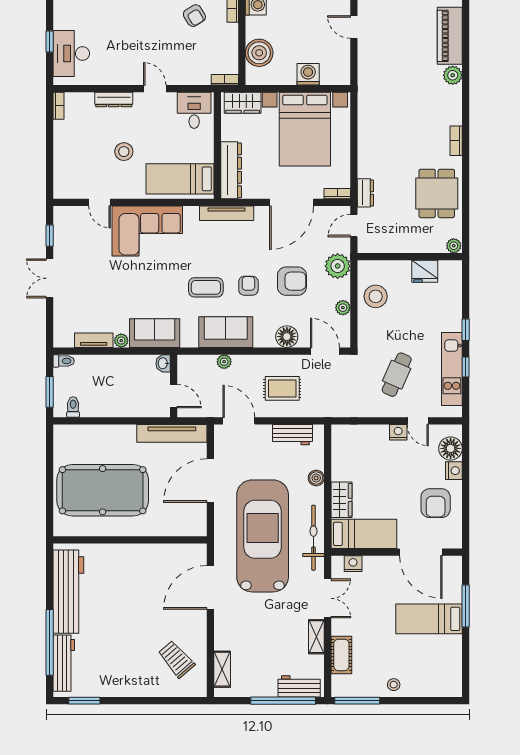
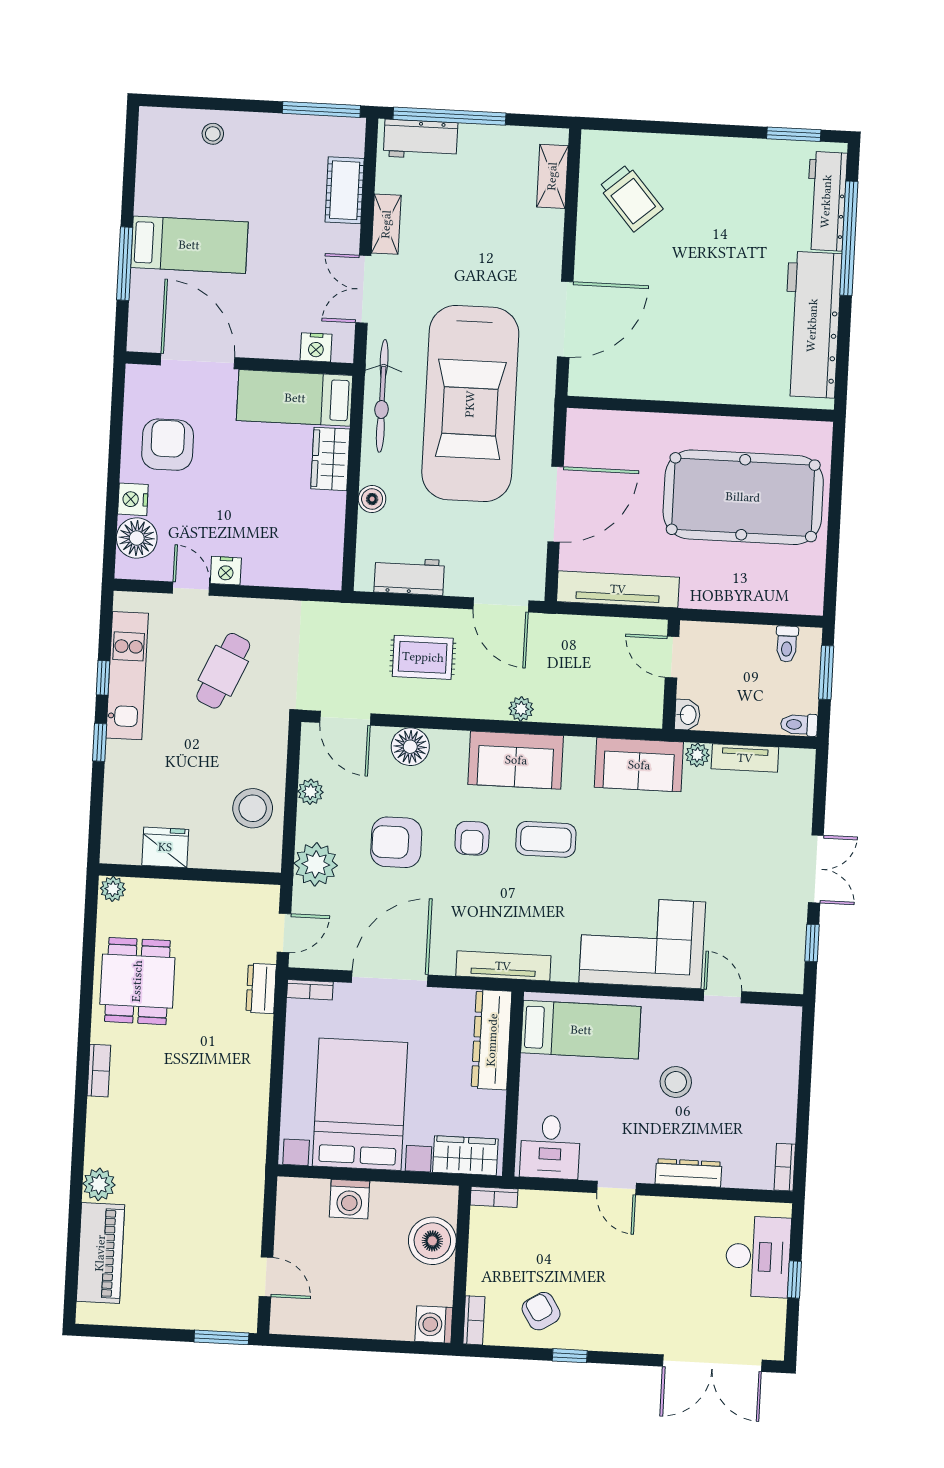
washbasin: (163, 363) -> (687, 715), moved
wall: (174, 386) -> (671, 675), moved
door: (174, 396) -> (672, 657), moved
stool: (394, 685) -> (213, 134), moved

